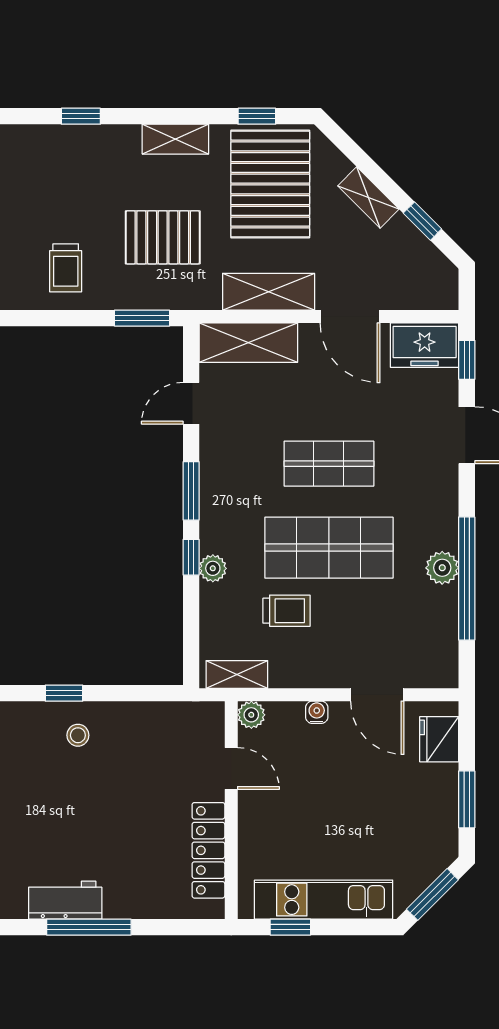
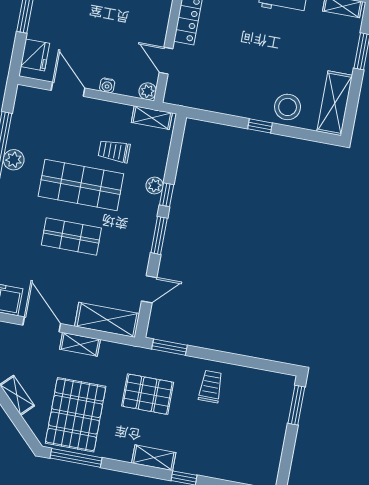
window: (257, 116) -> (76, 458), width x2.17
shelving: (175, 139) -> (154, 458), moved
shelving: (269, 292) -> (80, 344), width x0.67, depth x0.75
stool: (78, 735) -> (288, 107), moved, width x1.89, depth x1.89

